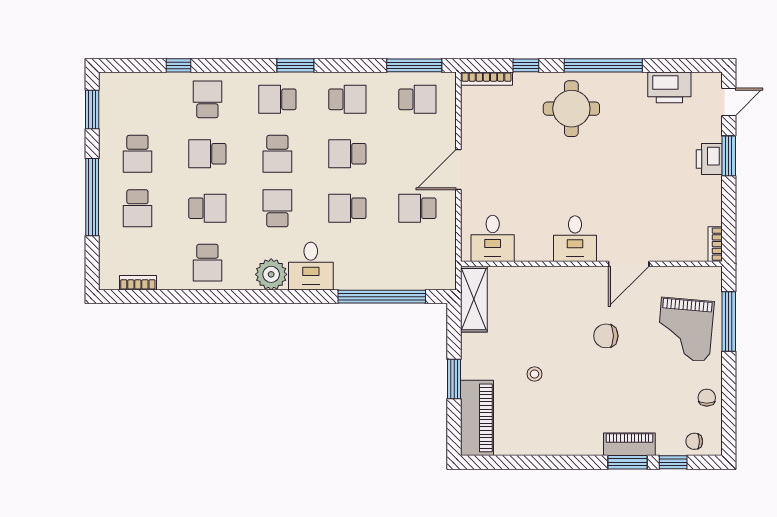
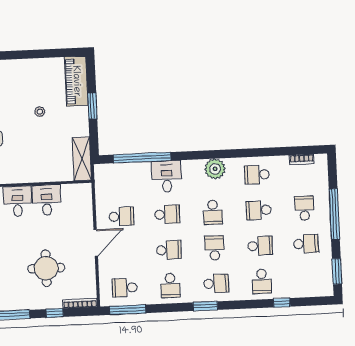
school desk: (347, 99) -> (170, 286), turned -90
round table: (571, 109) -> (46, 268), moved
school desk: (137, 154) -> (306, 244), turned 90
desk: (493, 238) -> (47, 200), moved
school desk: (207, 263) -> (257, 175), turned -90
desk: (311, 266) -> (167, 177), moved

